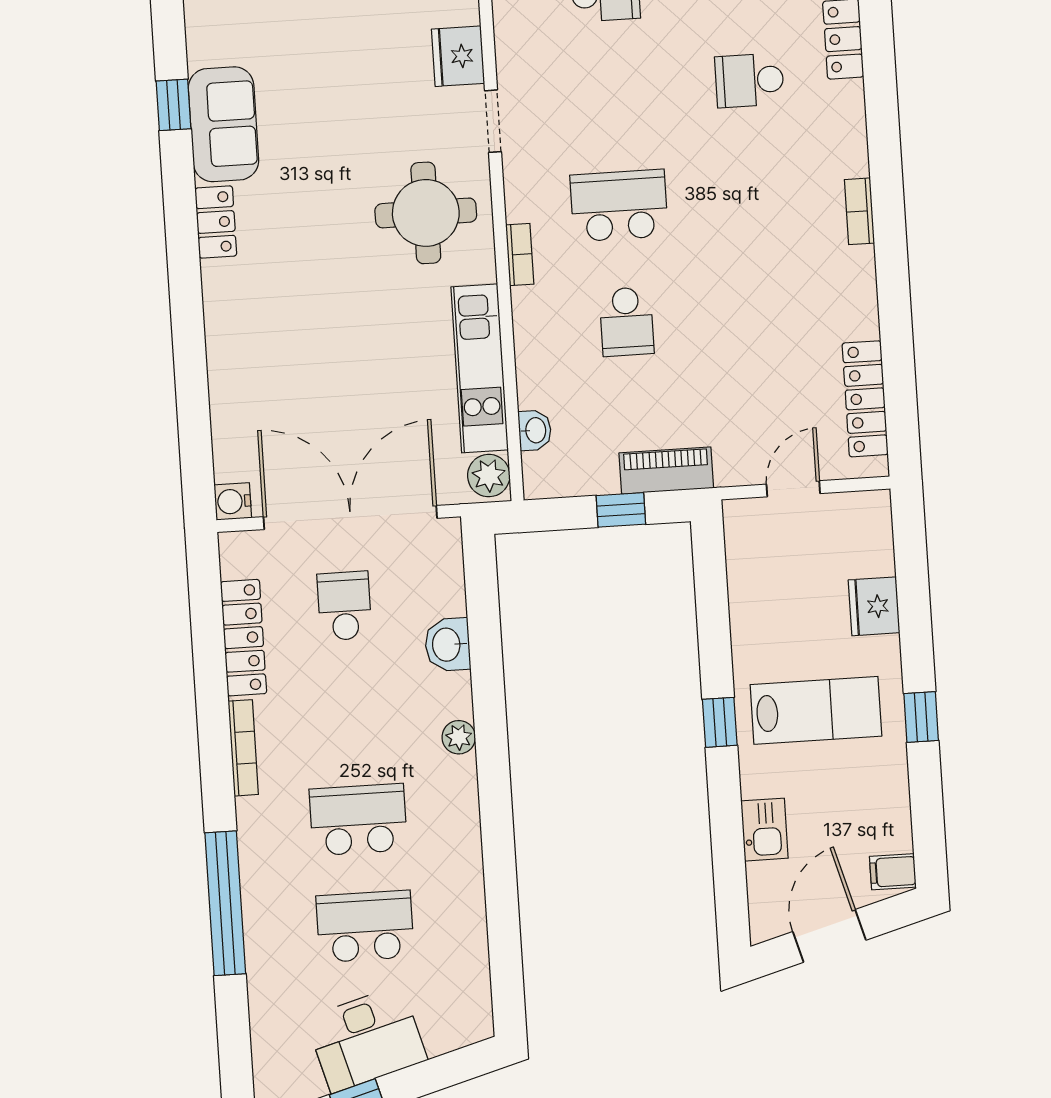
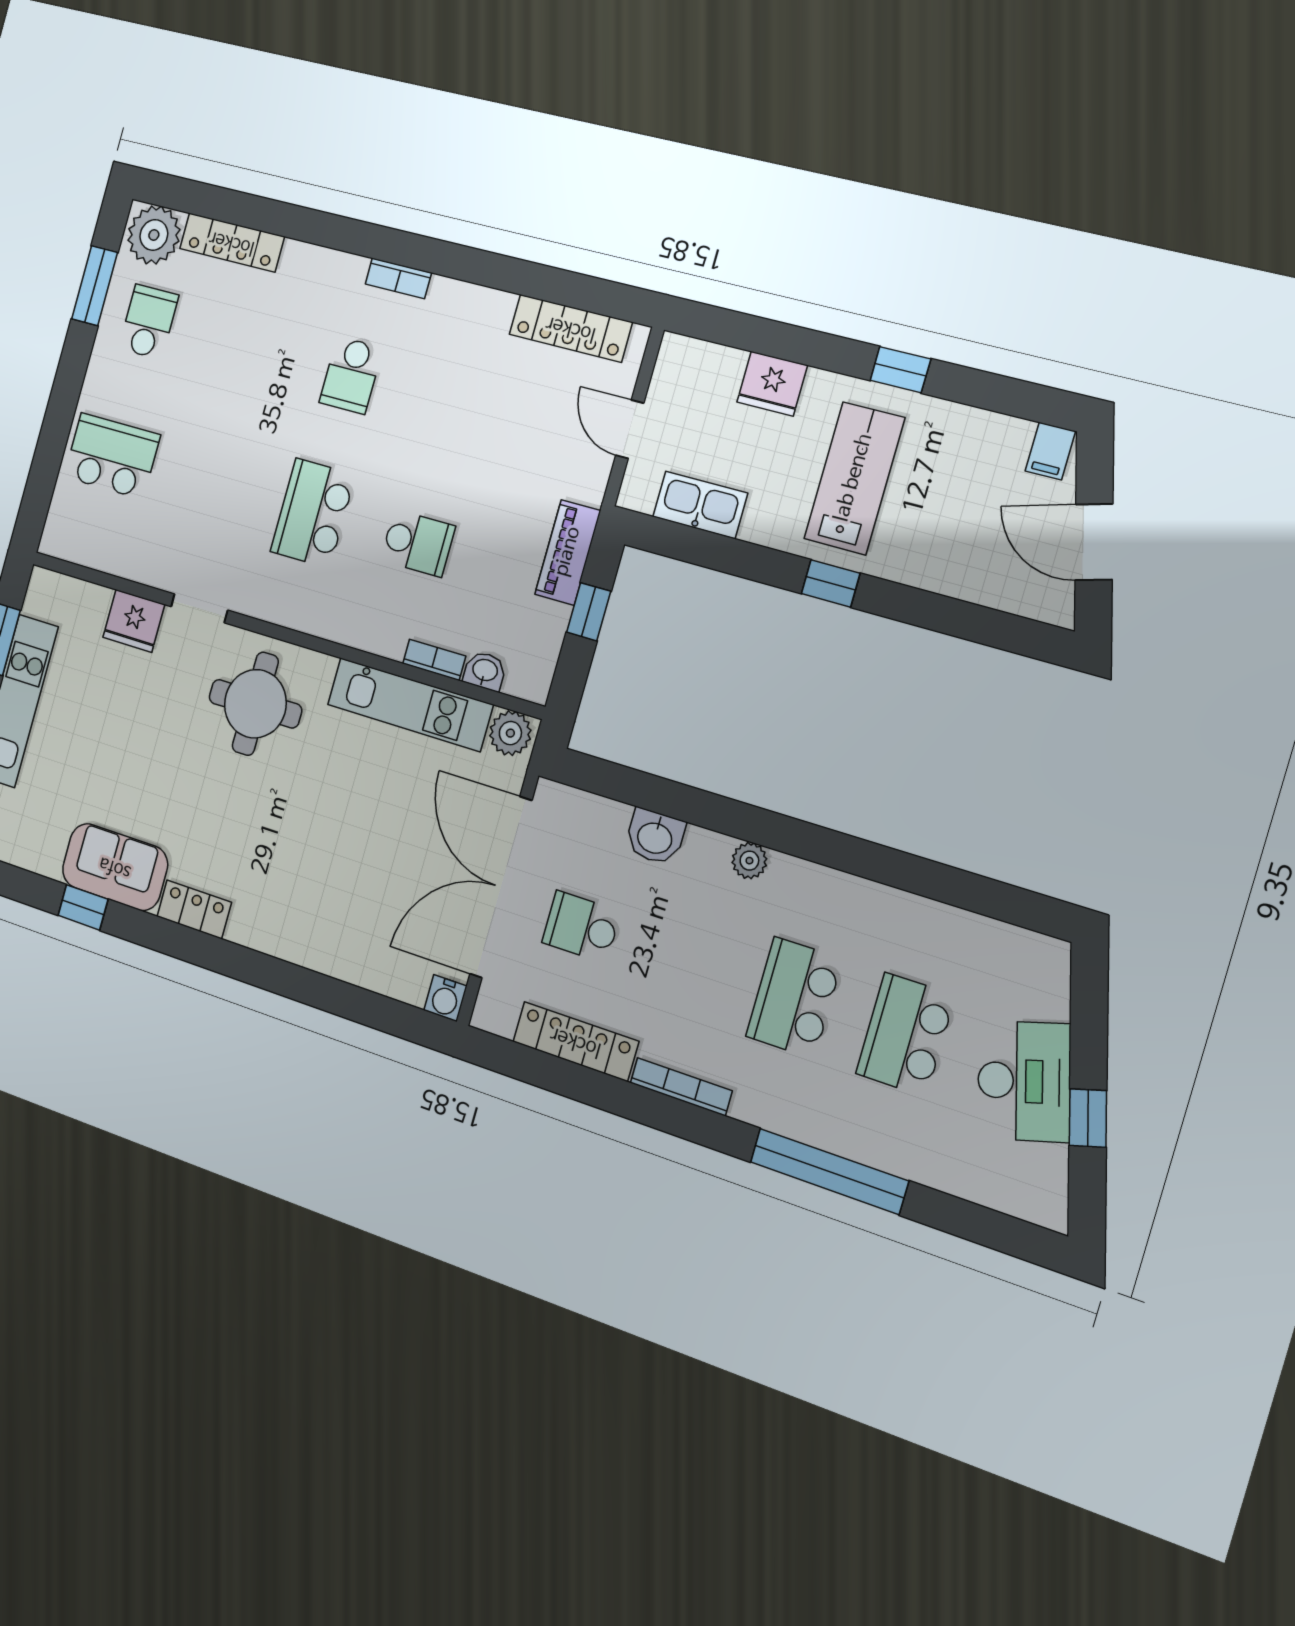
school desk: (749, 80) -> (351, 375), moved
bookcase: (520, 254) -> (434, 660), moved
kitchen sink: (764, 830) -> (700, 505), moved, width x1.38

